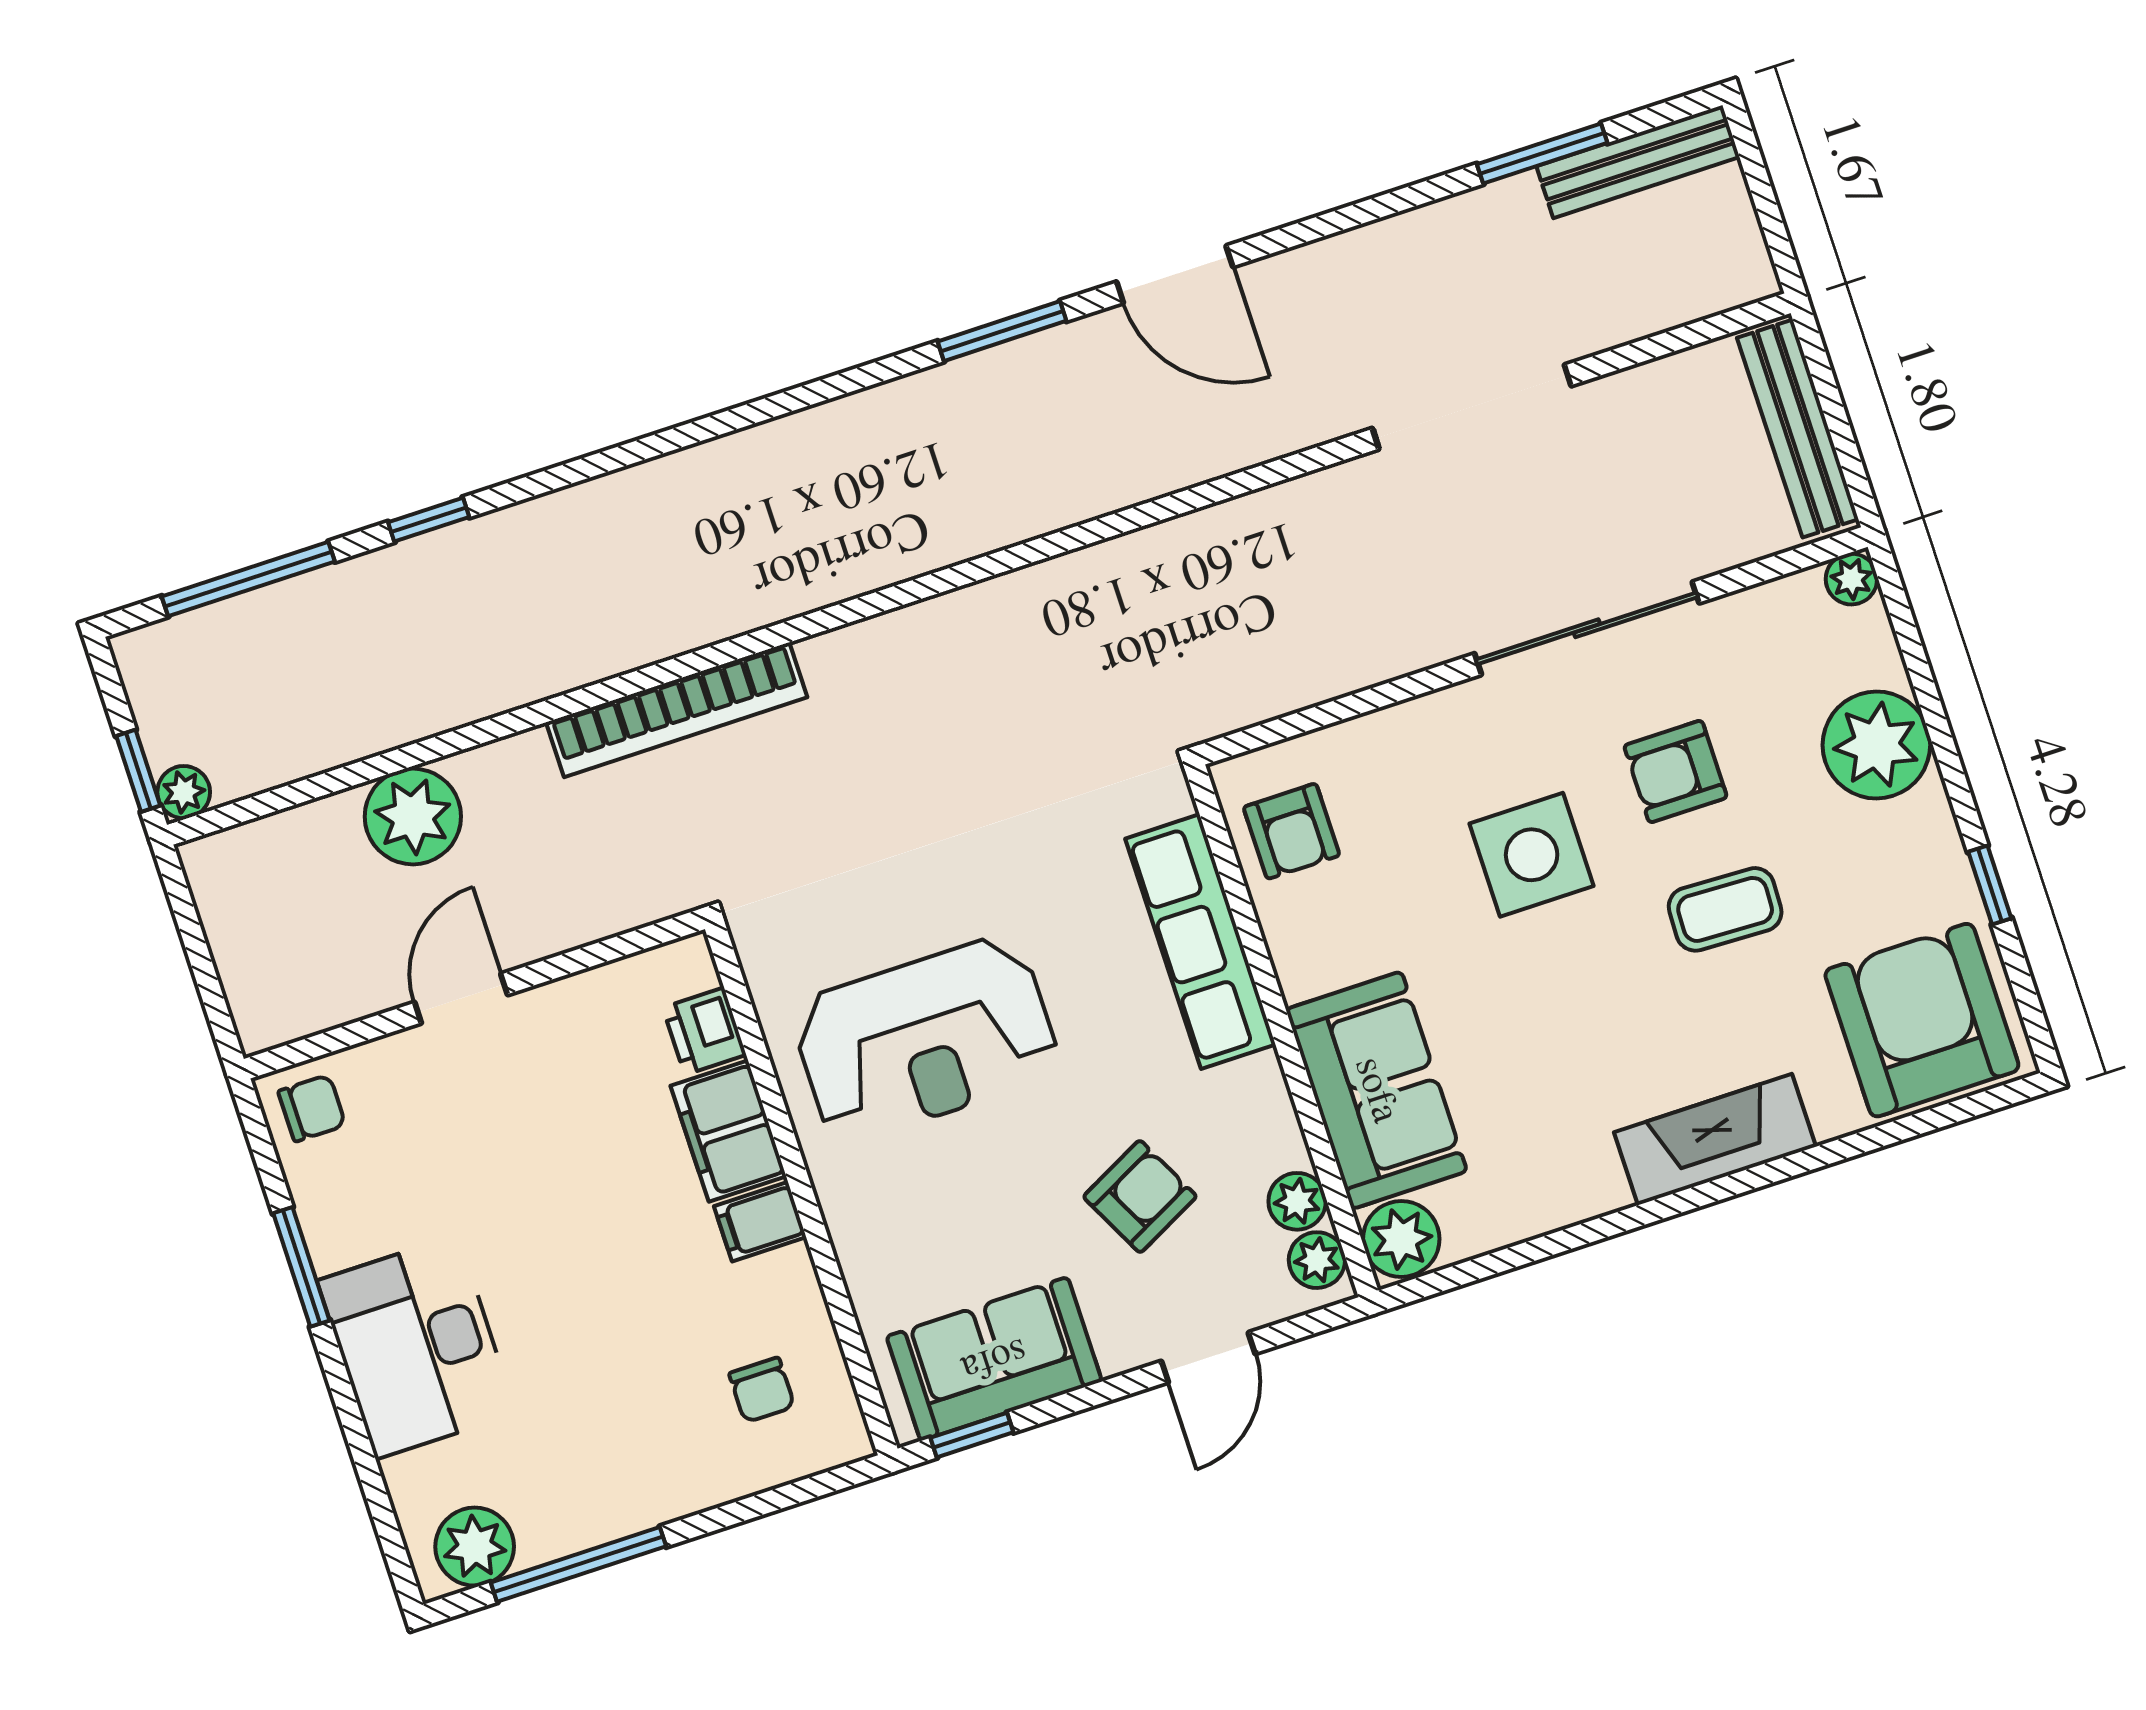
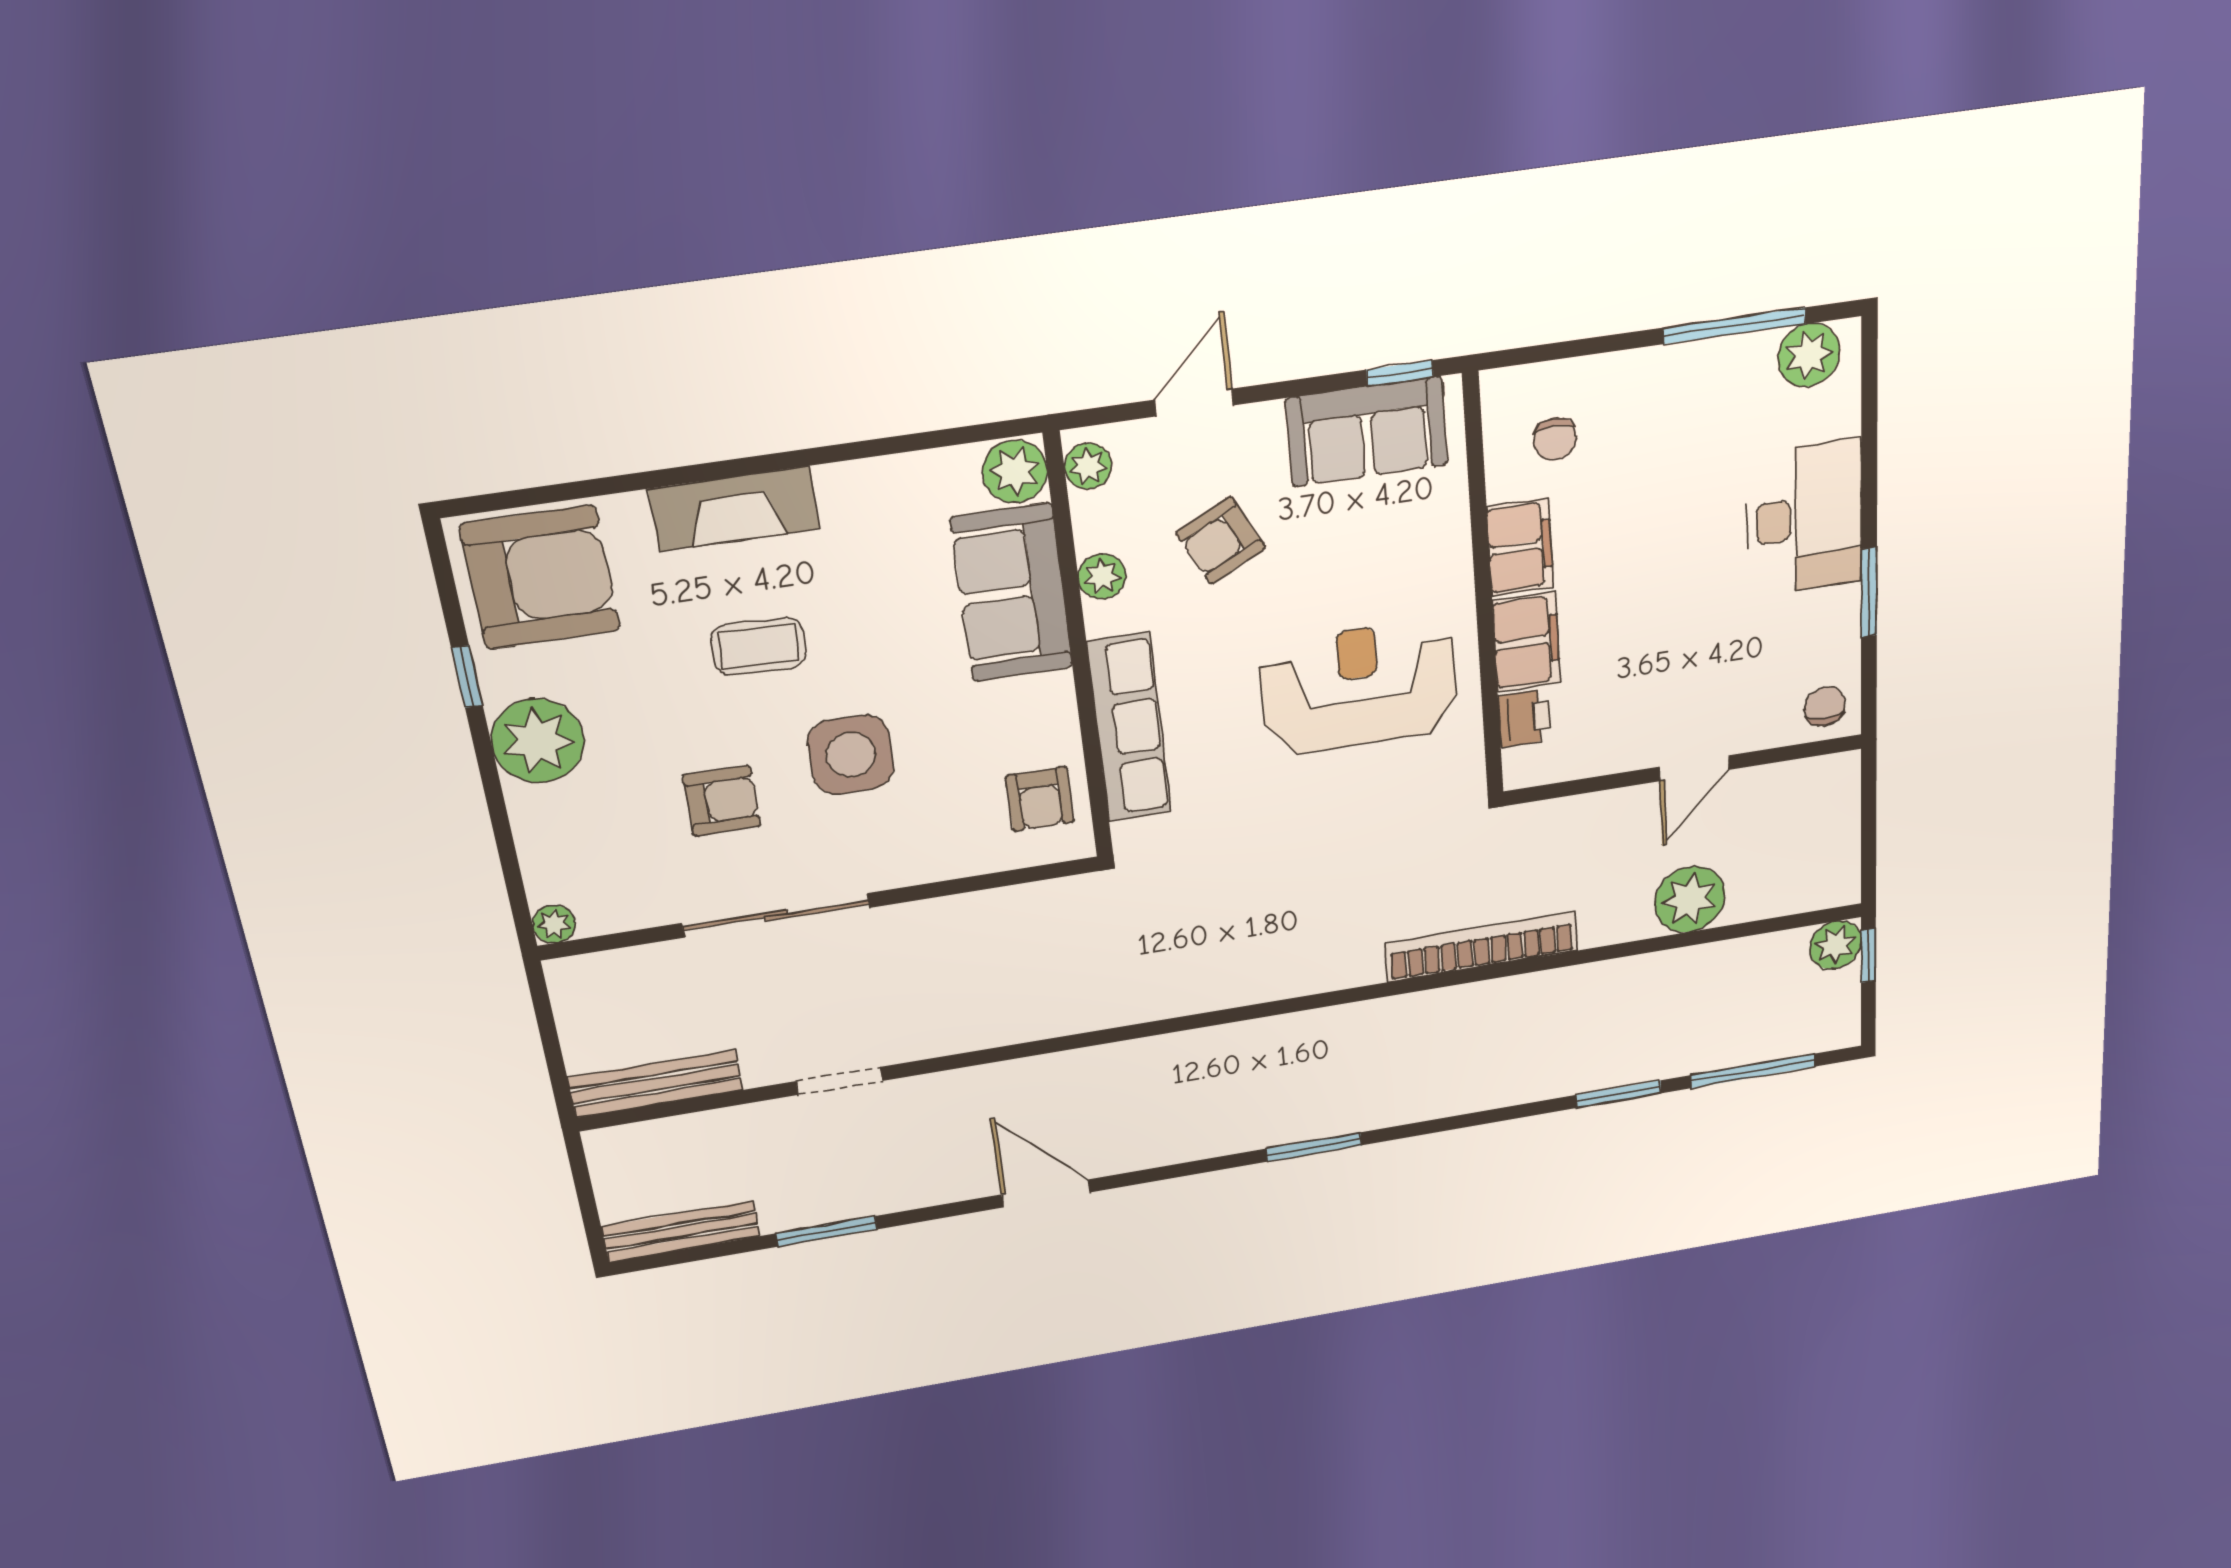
window: (1542, 154) -> (827, 1231), moved
window: (1002, 331) -> (1314, 1147), moved
doorway: (1472, 407) -> (839, 1081), width x0.53
bench: (1798, 428) -> (655, 1084), moved, turned 90
window: (429, 520) -> (1619, 1094), width x1.50
plant: (1876, 745) -> (538, 741), moved
plant: (184, 792) -> (1835, 945), width x1.38, depth x1.38
armchair: (1292, 831) -> (1040, 799), turned 180
coffee table: (1725, 909) -> (759, 646), moved
armchair: (1922, 1020) -> (540, 578), turned -90
chair: (312, 1108) -> (1825, 706), turned 90
plant: (1297, 1201) -> (1102, 577), moved
filing cabinet: (760, 1222) -> (1520, 547), width x2.00
chair: (762, 1390) -> (1555, 439), turned 180

